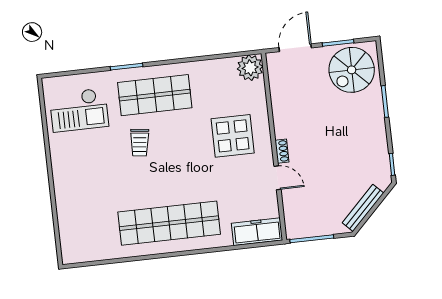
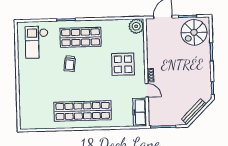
checkout: (79, 110) -> (37, 42), turned 90
freezer: (257, 232) -> (140, 112), moved, turned -90

